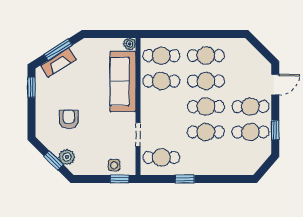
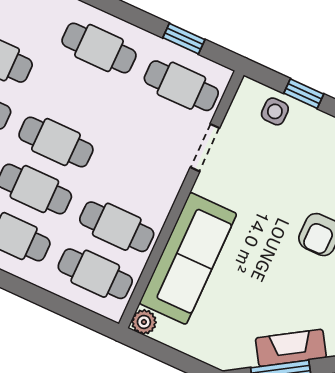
cafe table: (206, 132) -> (99, 48), moved
window: (120, 179) -> (304, 94), moved
window: (185, 179) -> (184, 39), moved

